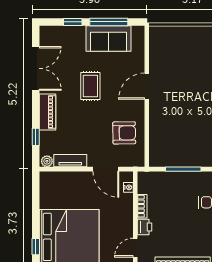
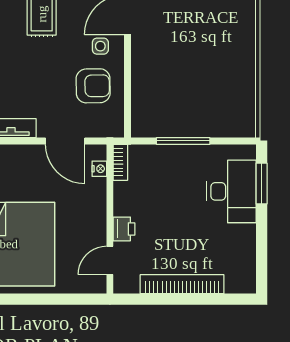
side table: (129, 107) -> (100, 46), added
bookcase: (142, 206) -> (120, 162), moved

